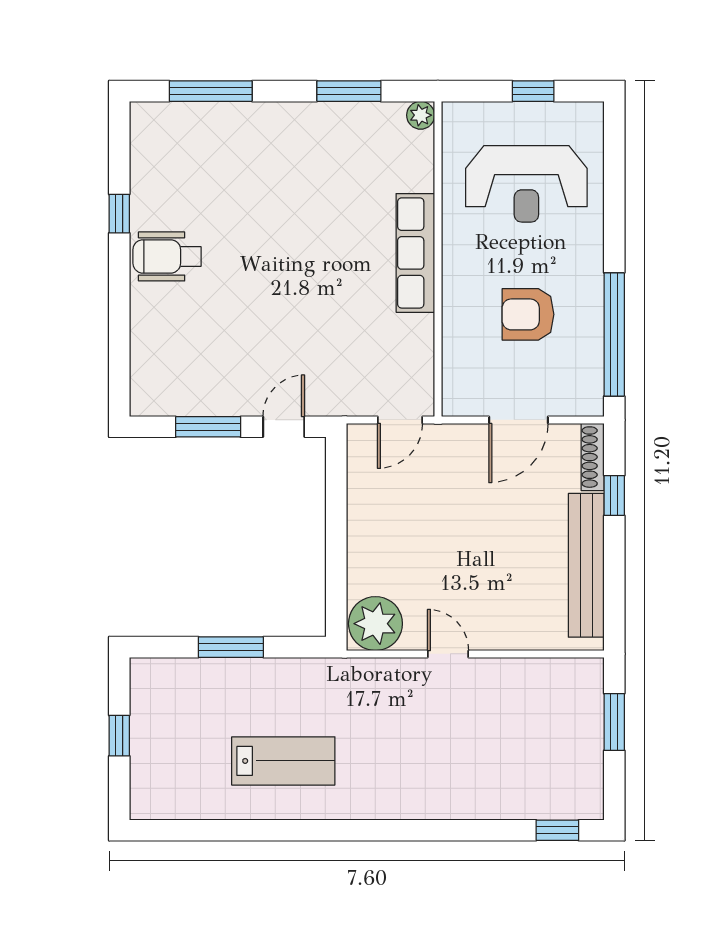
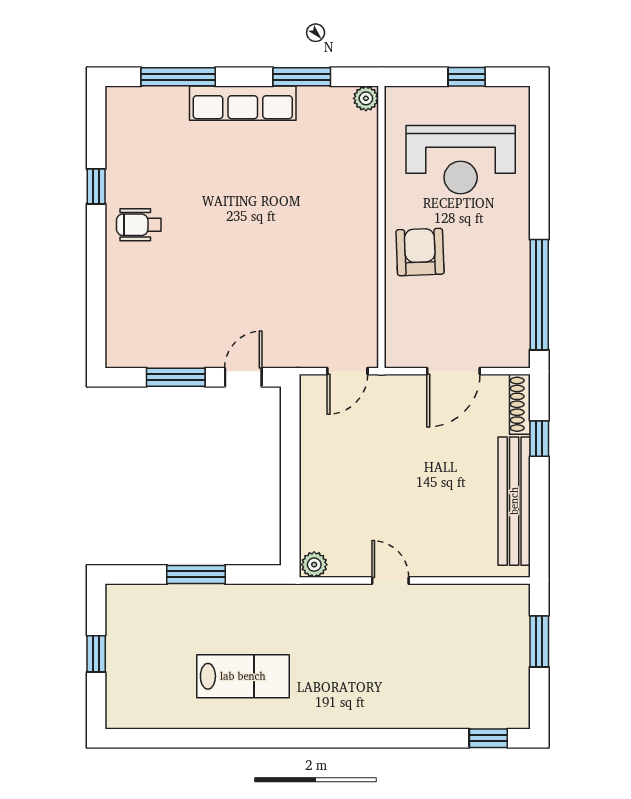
row of seats: (415, 253) -> (243, 103), moved, turned -90
wheelchair: (167, 256) -> (139, 225), width x0.73, depth x0.73
armchair: (528, 314) -> (420, 252), moved, turned 88
plant: (375, 624) -> (314, 565), width x0.53, depth x0.53

